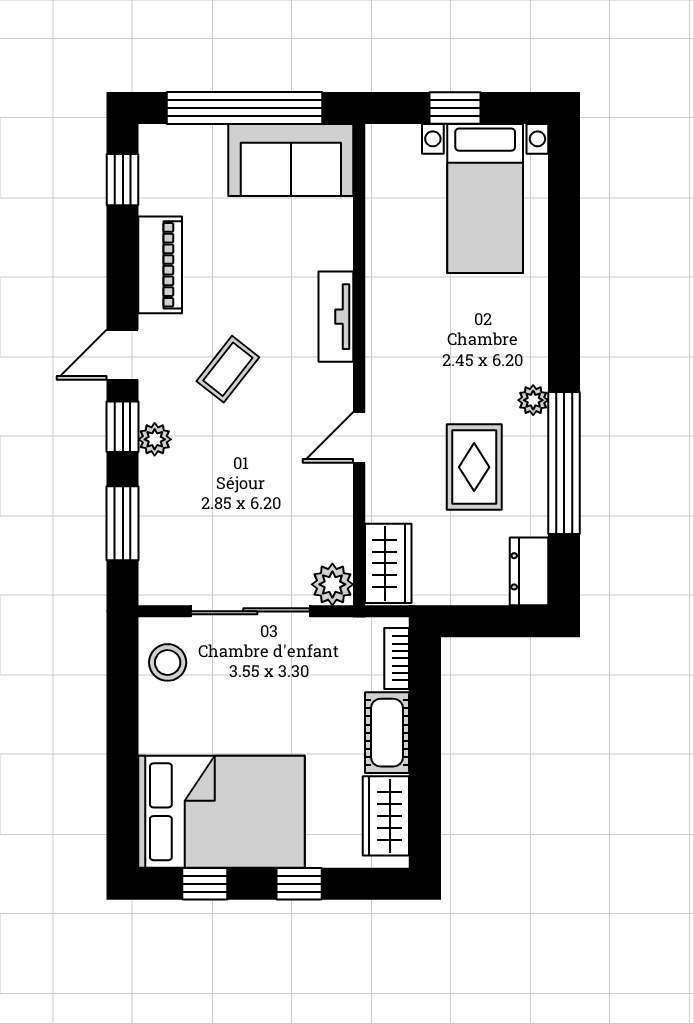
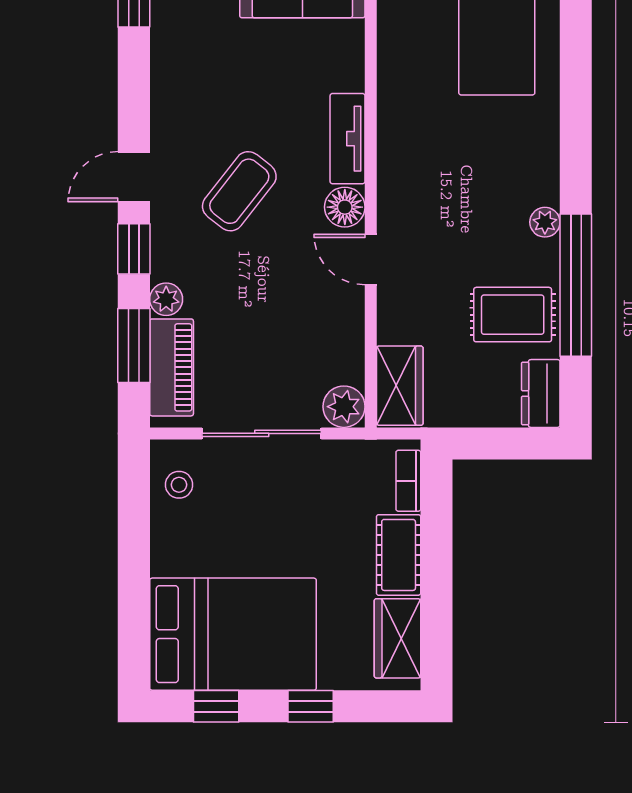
piano: (160, 265) -> (172, 367), moved
coffee table: (228, 369) -> (239, 191), width x1.36, depth x1.30
floor lamp: (333, 385) -> (345, 207), added
door: (359, 437) -> (371, 259), hinge flipped
plant: (155, 439) -> (166, 299), moved
rug: (474, 467) -> (513, 315), moved, turned 90
stool: (168, 662) -> (179, 485), width x0.73, depth x0.73

